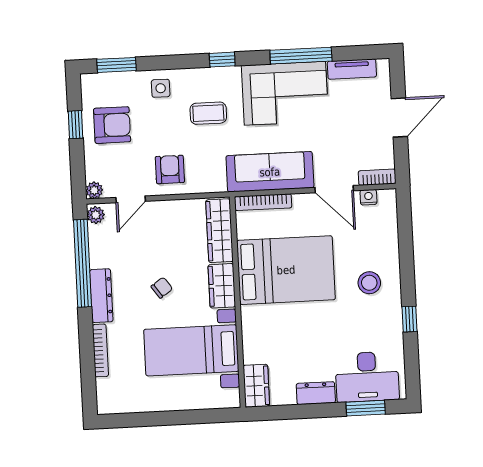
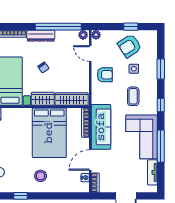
window: (116, 65) -> (161, 69), moved
side table: (161, 88) -> (134, 69), moved
armchair: (112, 125) -> (130, 46), turned 57

